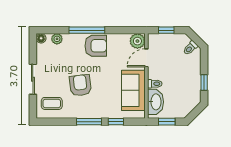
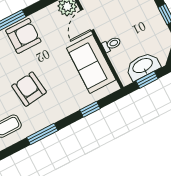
washbasin: (156, 102) -> (143, 66), moved, turned -90
window: (89, 122) -> (42, 134), moved

